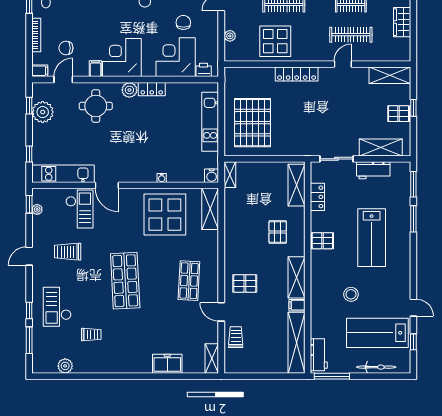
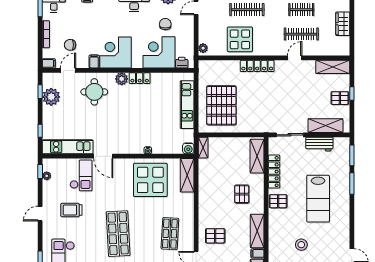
plant: (230, 36) -> (203, 48), moved
locker: (317, 197) -> (274, 172), width x1.53

